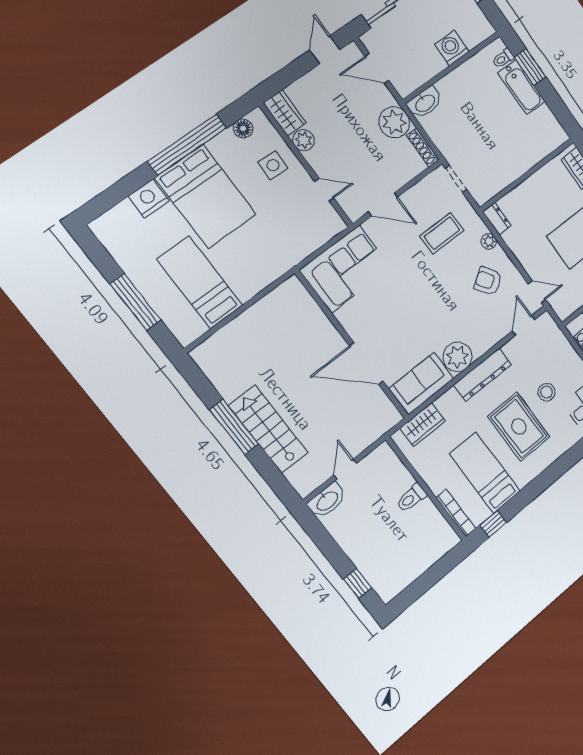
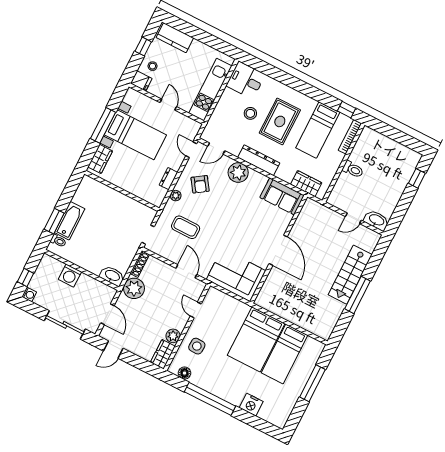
bed: (206, 196) -> (256, 339), moved, turned 180
dresser: (497, 219) -> (168, 179), moved
plant: (457, 357) -> (238, 173), moved
door: (366, 364) -> (278, 250), moved

